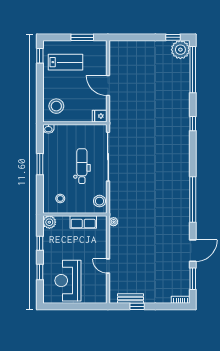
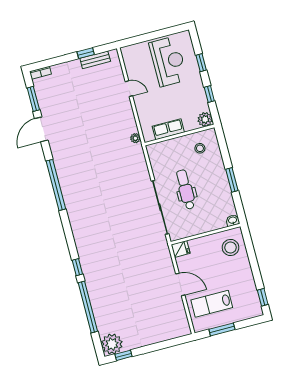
lab bench: (66, 62) -> (212, 304), moved
window: (193, 70) -> (88, 307), moved
dental chair: (82, 166) -> (186, 190), turned 180
stool: (100, 201) -> (157, 157), removed

